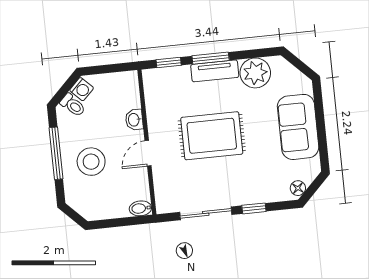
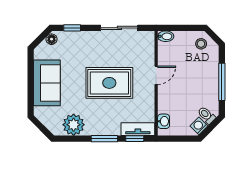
tv unit: (215, 71) -> (138, 129), moved
washbasin: (134, 120) -> (164, 121), moved
stool: (91, 162) -> (201, 44), moved, width x0.53, depth x0.53
window: (254, 208) -> (72, 28), moved

